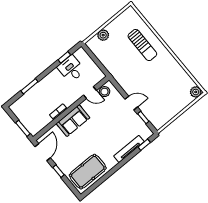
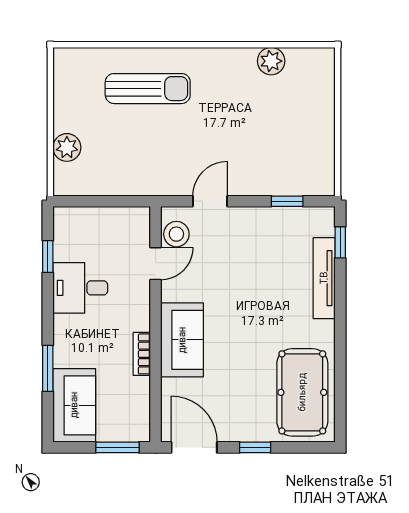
desk: (71, 69) -> (80, 288), moved
plant: (196, 92) -> (271, 61), moved
door: (131, 103) -> (210, 201), moved
sofa: (25, 104) -> (74, 405), added

